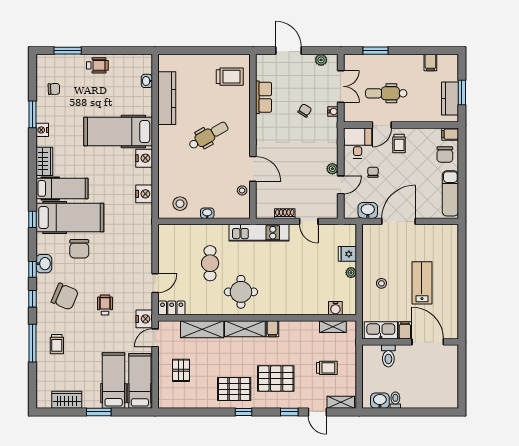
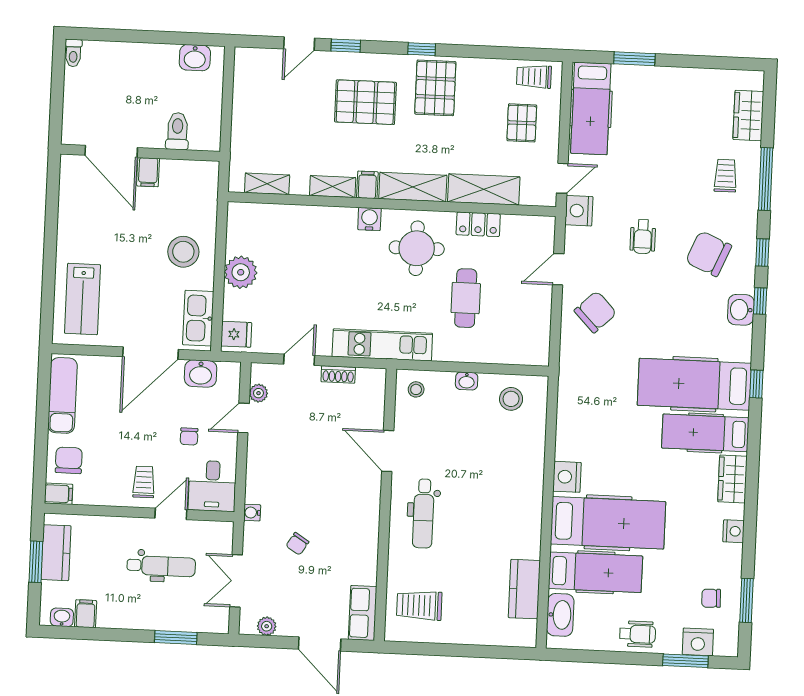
washbasin: (445, 60) -> (62, 617), added
wheelchair: (97, 65) -> (637, 634), turned 180
washbasin: (147, 81) -> (560, 615), width x1.91, depth x1.45
row of seats: (264, 97) -> (363, 613), moved
kitchen counter: (167, 98) -> (524, 589), width x0.67
water cooler: (333, 112) -> (252, 513), moved
window: (33, 114) -> (747, 600), moved
dental chair: (208, 136) -> (423, 514), moved, turned -60
plant: (332, 169) -> (258, 393), moved
stool: (242, 190) -> (416, 389), moved
nightstand: (144, 194) -> (698, 642), moved, turned -90
door: (309, 221) -> (299, 360), hinge flipped
chair: (79, 249) -> (595, 312), moved, turned 46
fridge: (347, 254) -> (236, 334), moved
plant: (351, 273) -> (241, 272), width x1.87, depth x1.87
stool: (381, 283) -> (183, 252), width x1.89, depth x1.89
lab bench: (422, 283) -> (83, 299), moved
locker: (172, 308) -> (478, 224), moved
water cooler: (335, 308) -> (369, 219), moved
kitchen sink: (381, 330) -> (198, 318), moved, turned 90
trolley: (327, 368) -> (534, 77), moved
hospital bed: (114, 380) -> (595, 572), moved, turned -90
pallet: (234, 389) -> (435, 88), turned 90
wardrobe: (67, 400) -> (748, 115), moved, turned 90
toilet: (395, 400) -> (73, 53), moved
shelving: (341, 402) -> (333, 187), moved
window: (99, 412) -> (634, 59), moved
door: (317, 412) -> (299, 44), swing flipped

